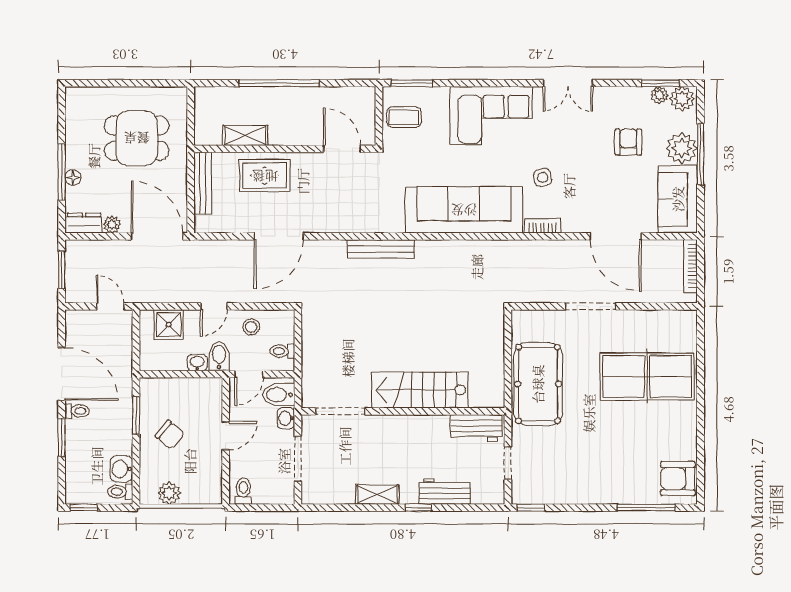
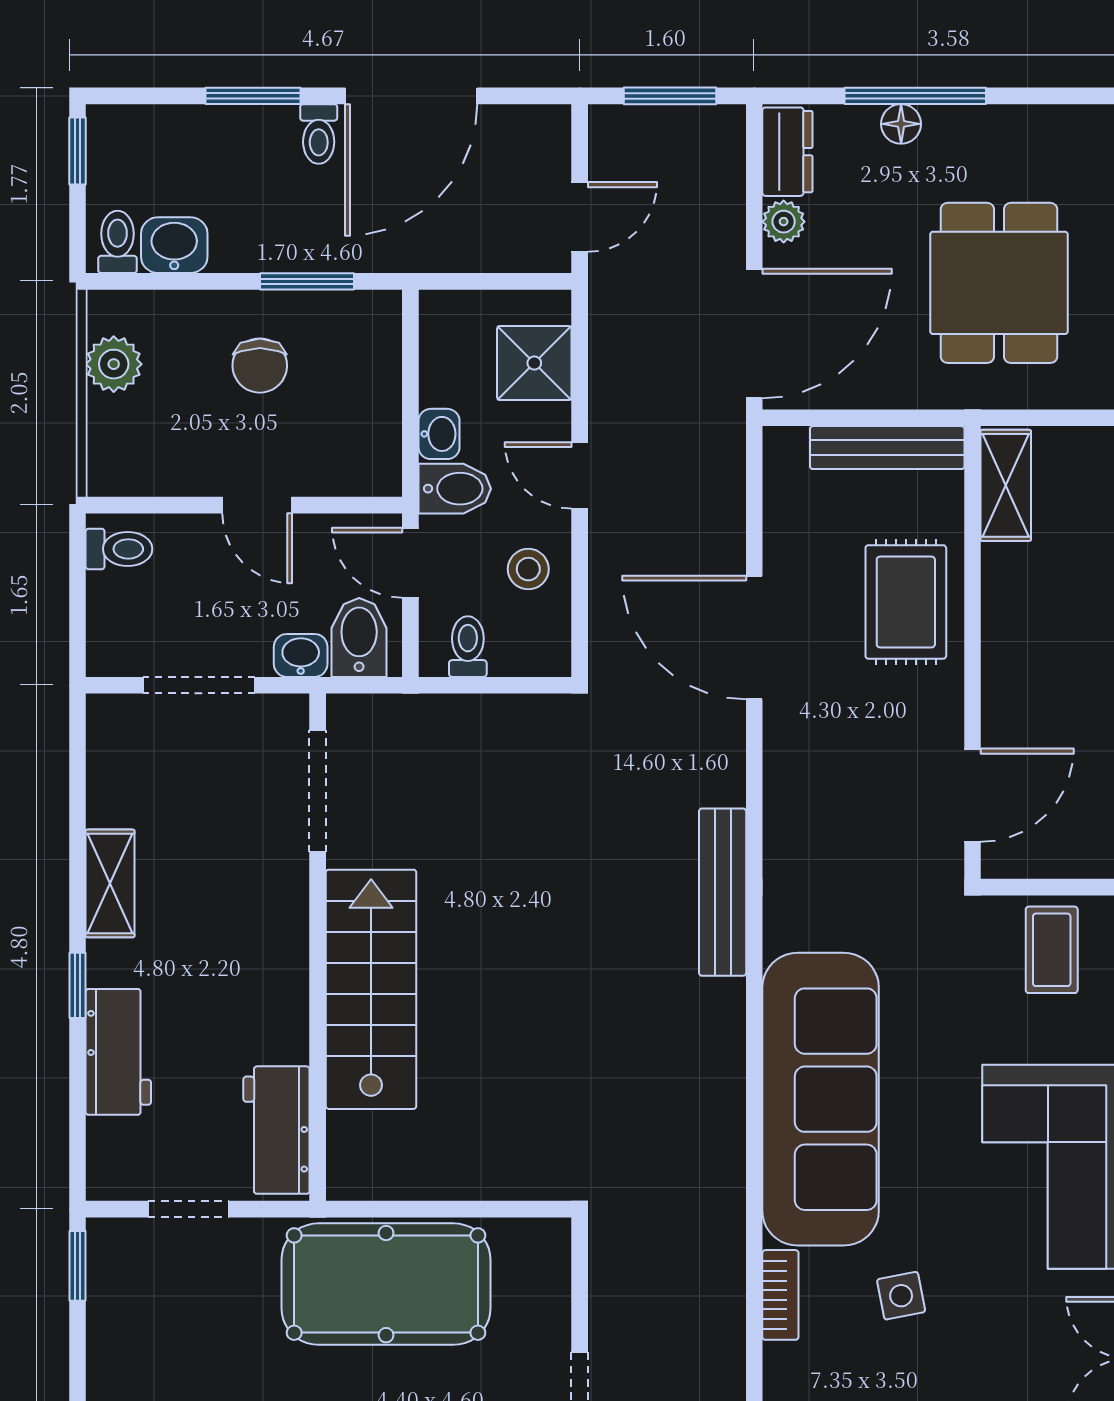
shelving: (245, 135) -> (1006, 485), moved
chair: (170, 435) -> (260, 366), turned -39

